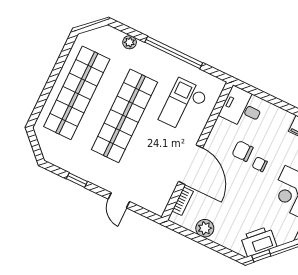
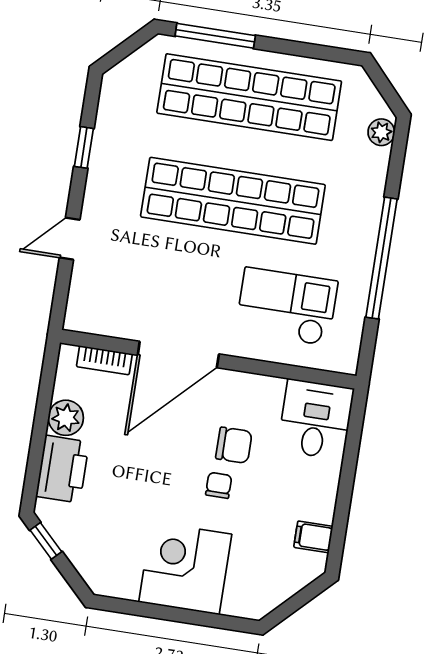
plant: (130, 42) -> (381, 132), moved
window: (42, 100) -> (215, 36), added
chair: (243, 151) -> (234, 445), turned 90
printer: (259, 241) -> (62, 469), moved, turned 45

